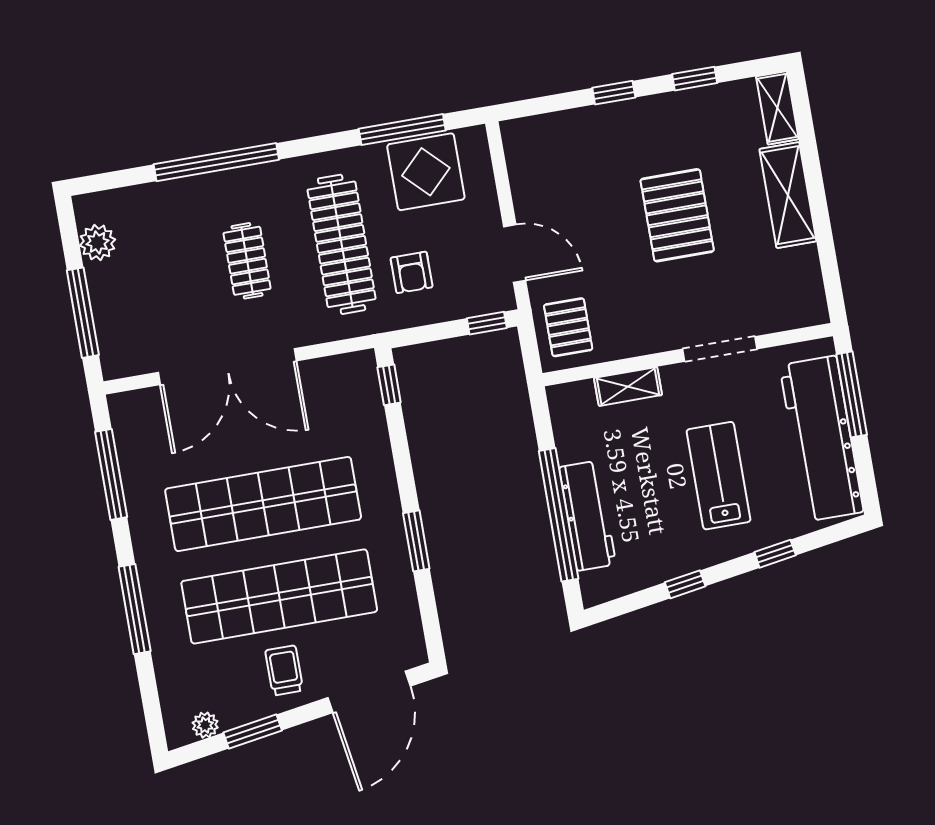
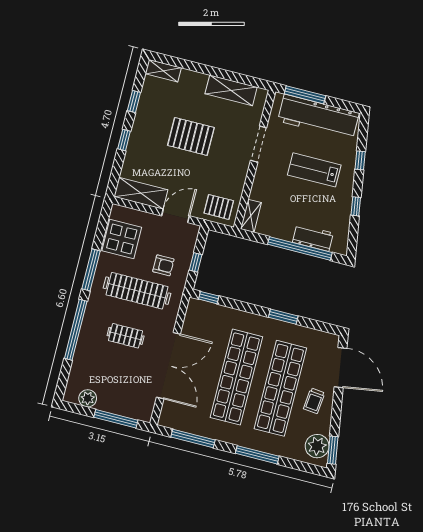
window: (402, 130) -> (91, 270), moved
shelving: (528, 169) -> (141, 193), added
shelving: (788, 195) -> (231, 90), moved
window: (487, 323) -> (196, 262), moved
shelving: (628, 386) -> (251, 216), moved
workbench: (587, 516) -> (313, 238), width x0.73
trolley: (284, 670) -> (314, 401), turned -84
plant: (205, 725) -> (317, 446), width x1.87, depth x1.87
window: (253, 732) -> (333, 450), moved

